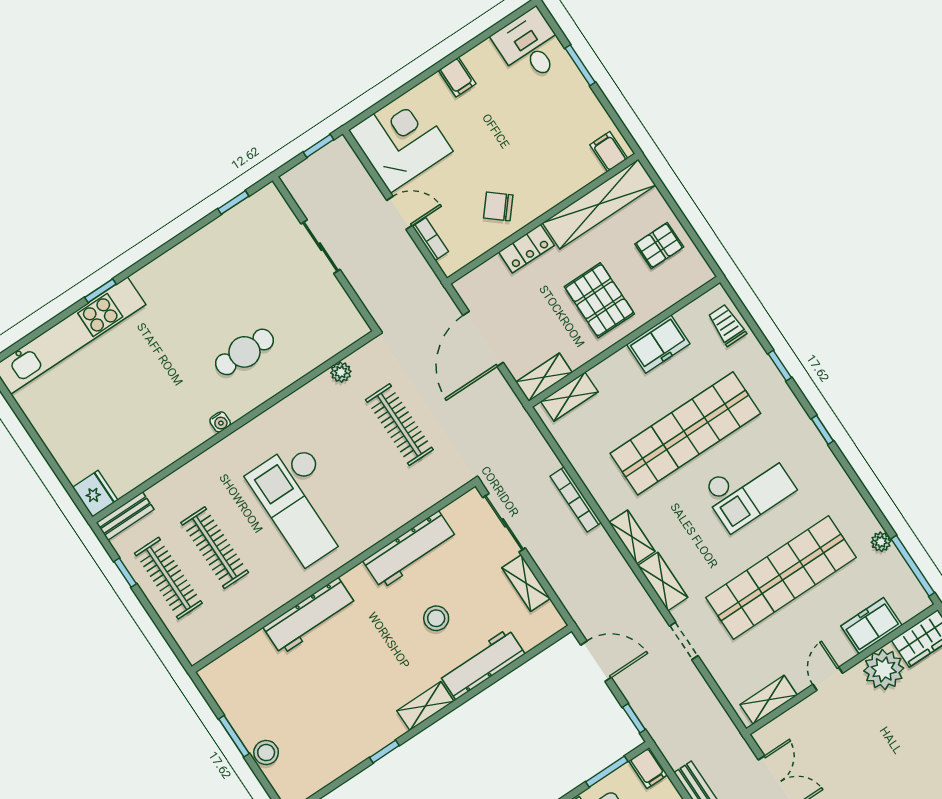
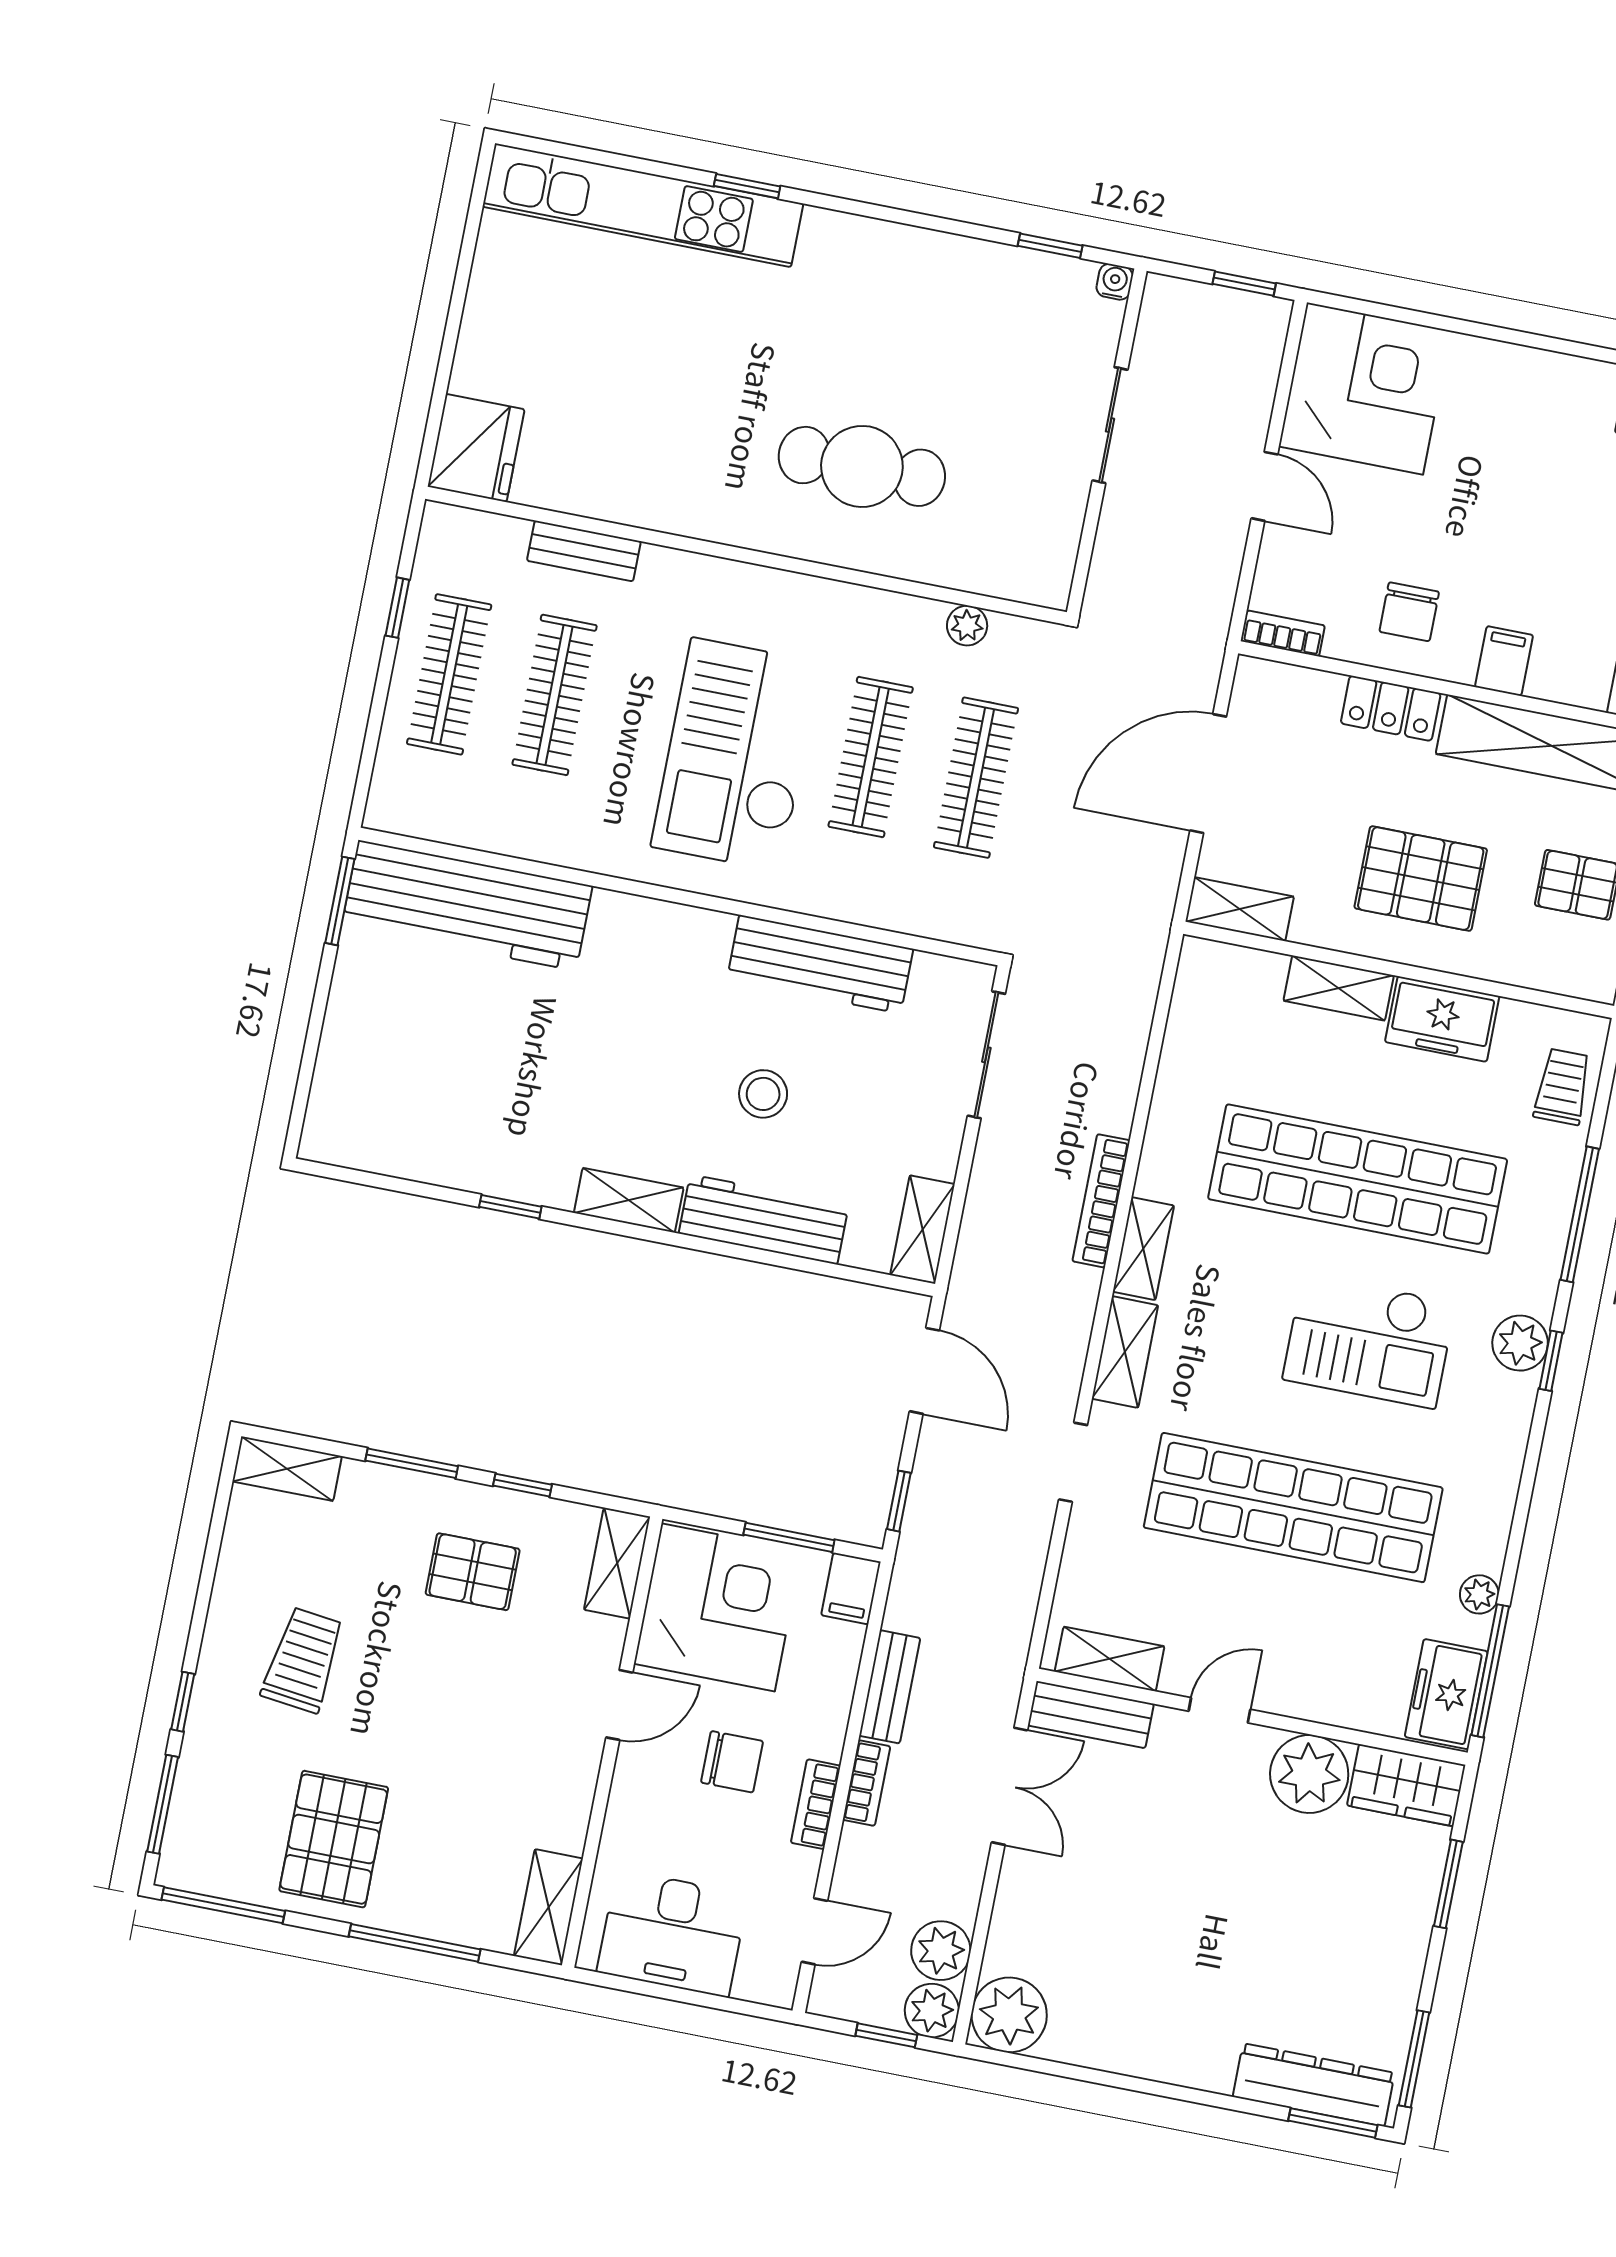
filing cabinet: (457, 77) -> (1504, 661), moved, turned 180
chair: (498, 206) -> (1409, 612), turned -130
bookcase: (430, 239) -> (1283, 633), moved, turned -90
pallet: (599, 300) -> (1421, 879), turned 90
cafe table: (244, 352) -> (862, 466), width x1.37, depth x1.35
window: (780, 366) -> (1580, 1214), width x2.17
shelving: (569, 397) -> (1339, 988), moved
water cooler: (220, 422) -> (1115, 282), moved, turned 180
plant: (805, 435) -> (1520, 1343), added
clothes rail: (353, 455) -> (871, 757), added
fridge: (95, 494) -> (476, 448), width x1.36, depth x1.34
bookcase: (576, 499) -> (1101, 1201), moved
bench: (125, 516) -> (584, 551), moved
shelving: (526, 583) -> (923, 1229), moved
workbench: (310, 616) -> (467, 905), moved, width x1.36, depth x1.32
freezer: (871, 626) -> (1446, 1694), moved, turned -90
bench: (782, 727) -> (1091, 1715), added
window: (234, 736) -> (340, 901), moved
stool: (266, 753) -> (346, 1047), removed

